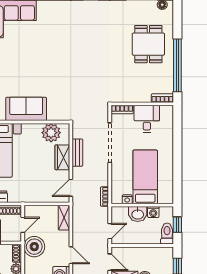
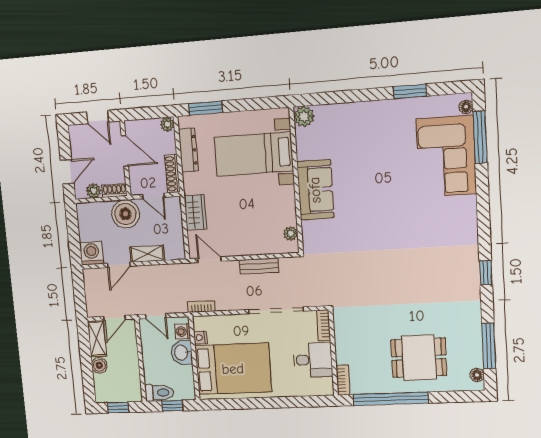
plant: (51, 133) -> (291, 233), width x0.53, depth x0.53
wardrobe: (62, 157) -> (195, 212), moved, turned 90
bed: (145, 177) -> (233, 369), width x1.50
washing machine: (153, 212) -> (183, 332), moved
shelving: (64, 218) -> (147, 254), moved

